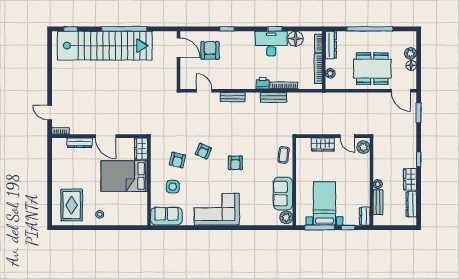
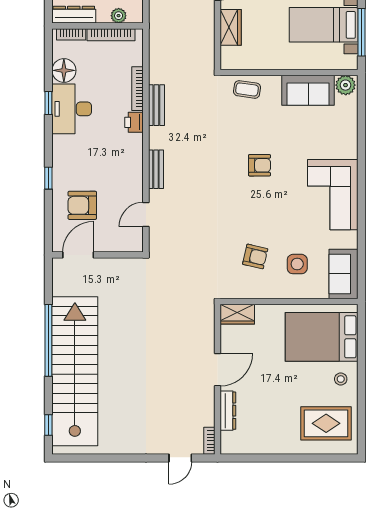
armchair: (203, 151) -> (241, 216), removed
bed: (124, 176) -> (322, 337), moved, turned 90

